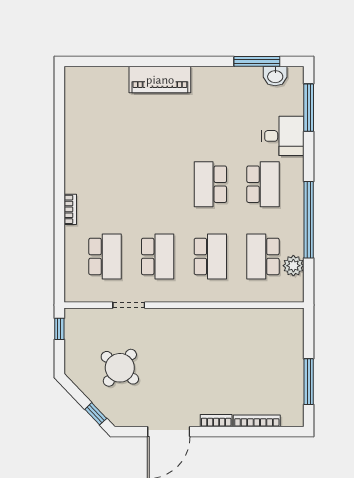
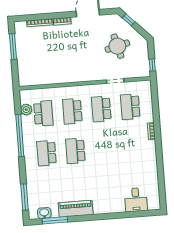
piano: (160, 80) -> (76, 209), moved
desk: (283, 136) -> (136, 200), moved, turned -90
school desk: (210, 184) -> (75, 151), turned 180
round table: (120, 368) -> (117, 46), turned 36

